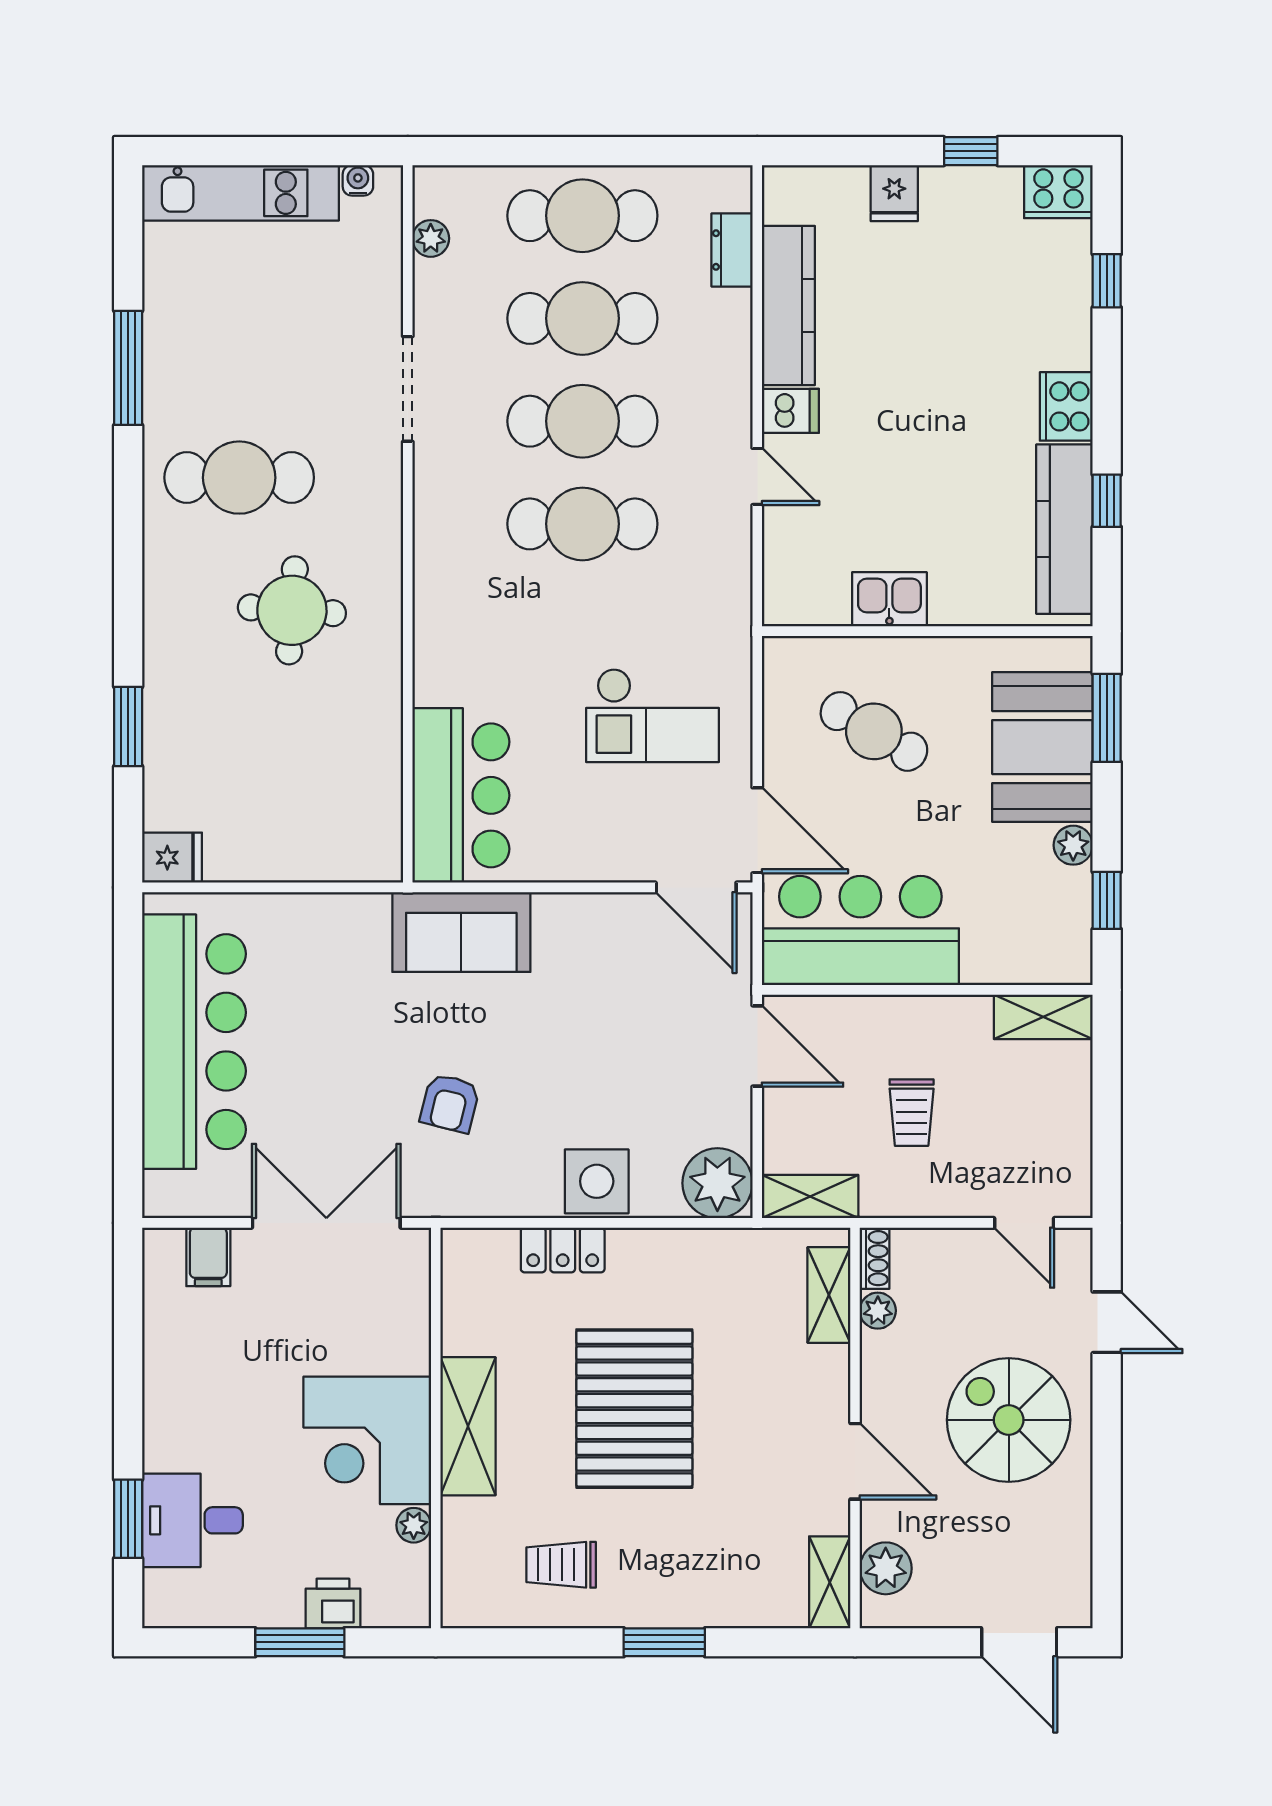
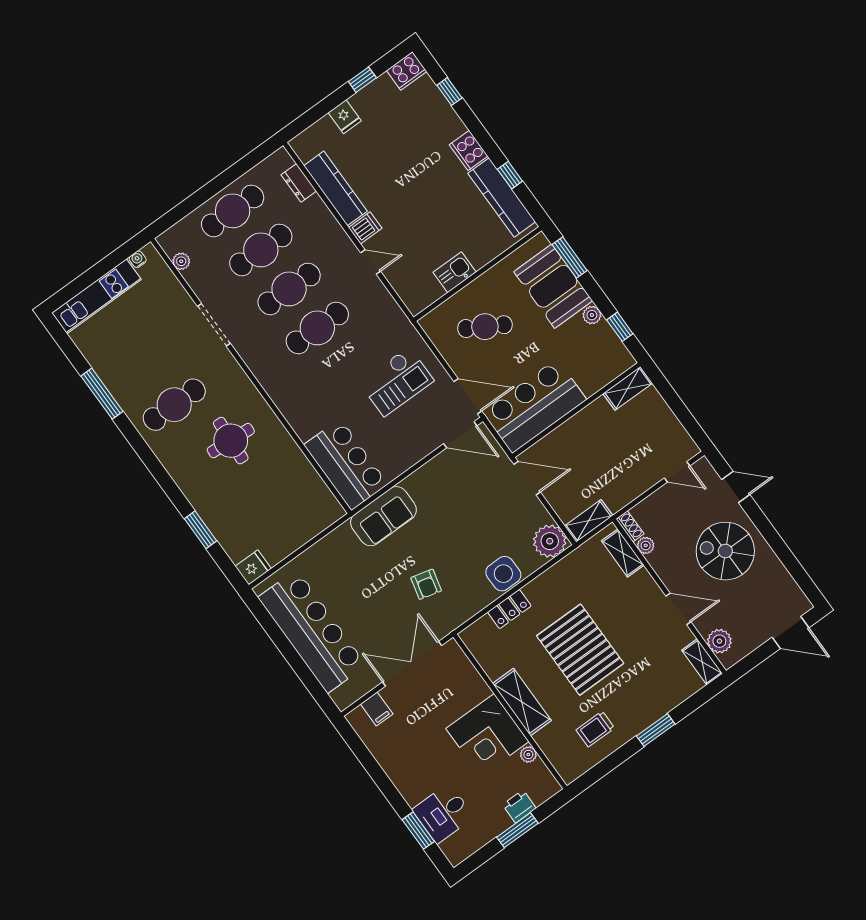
trolley: (912, 1113) -> (604, 461), removed

